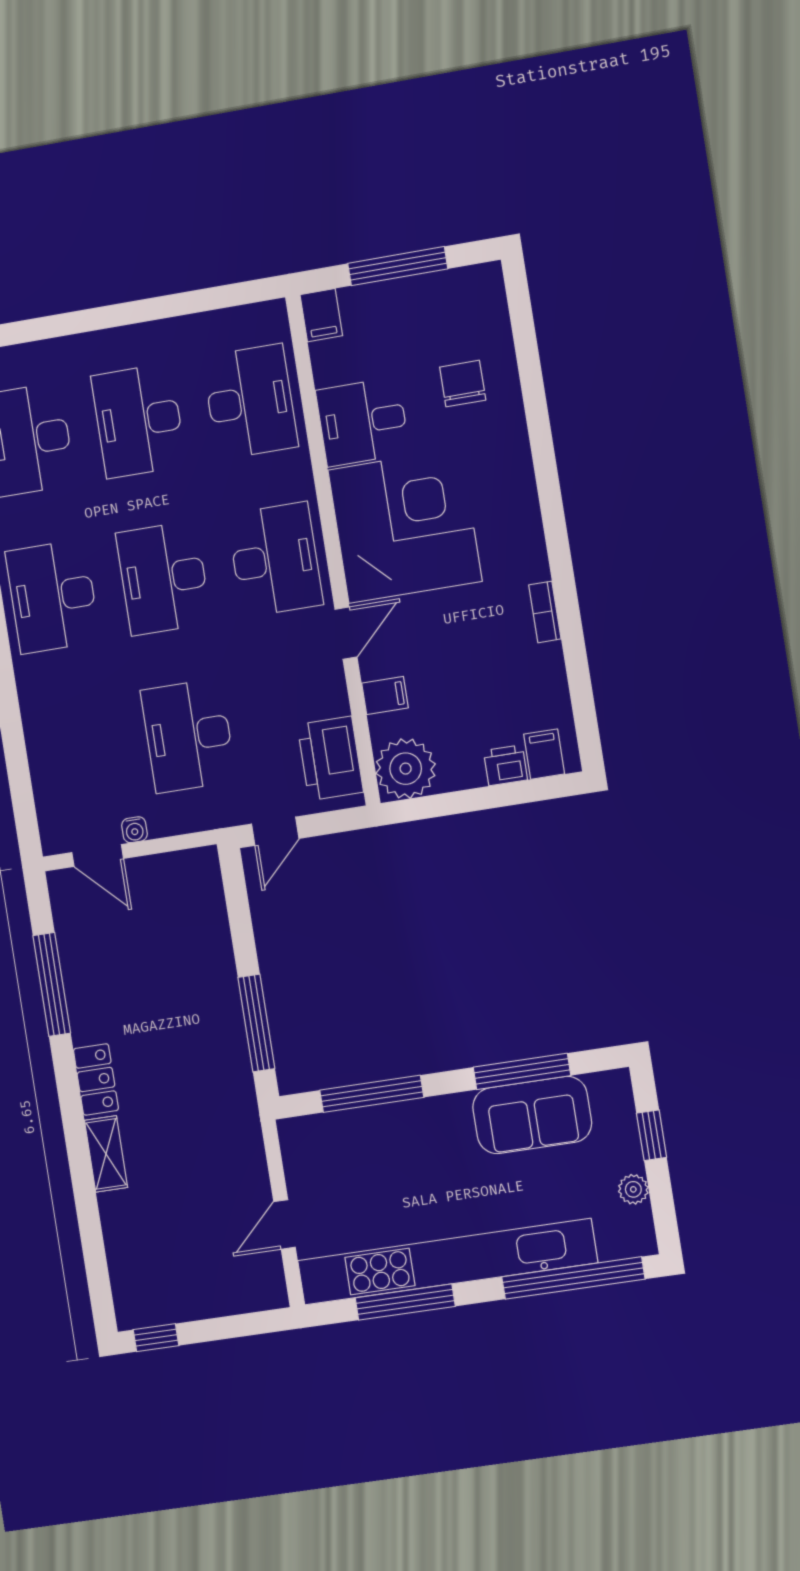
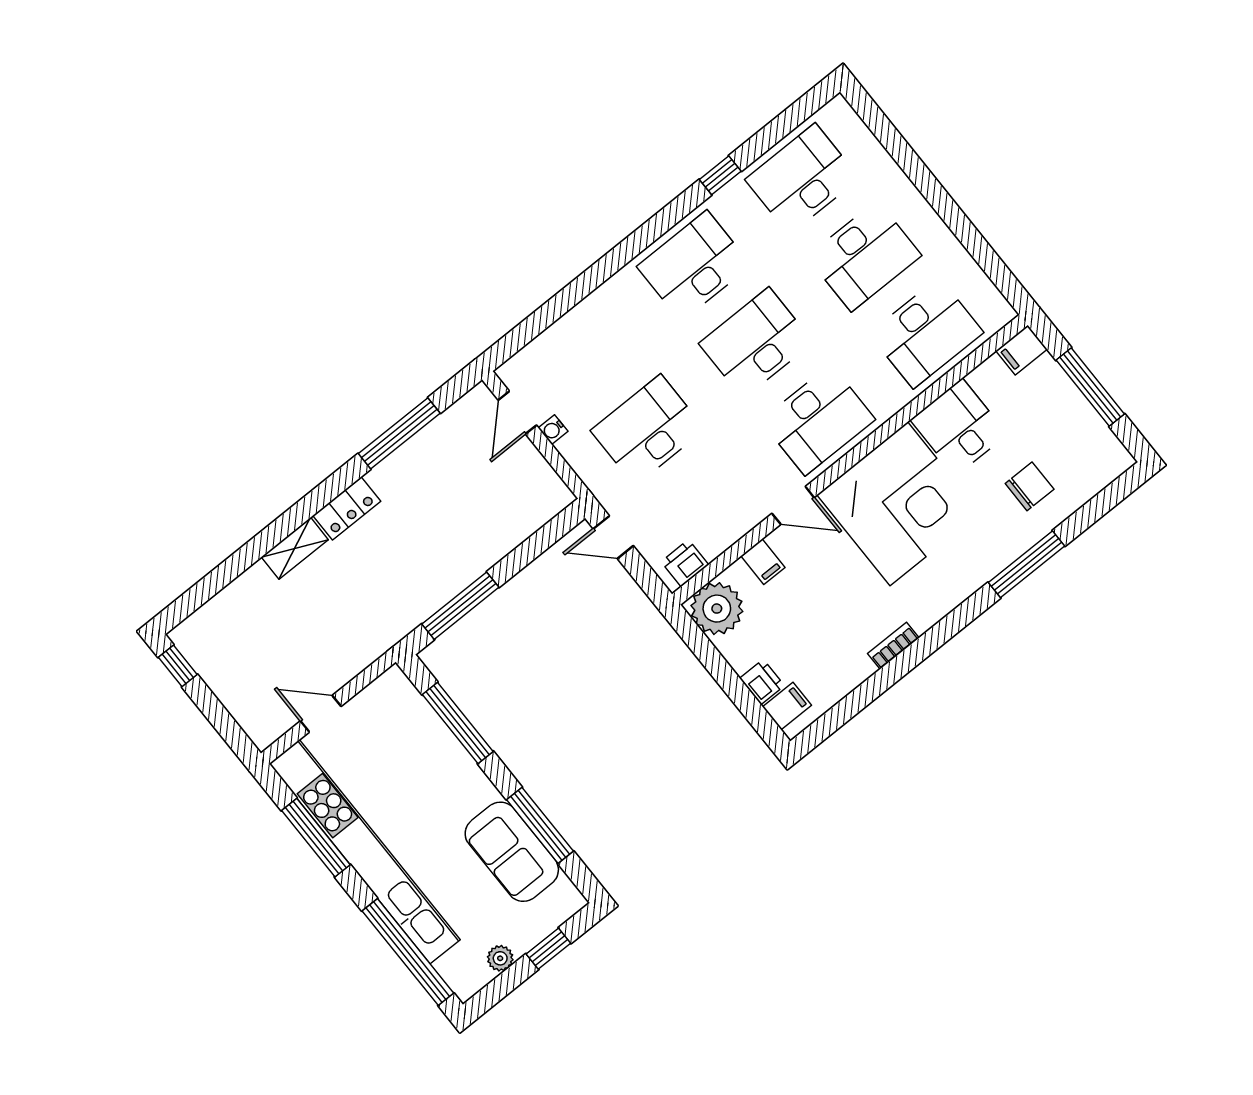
desk: (139, 421) -> (864, 256), turned 180
window: (539, 431) -> (1027, 564), added
printer: (330, 758) -> (685, 563), width x0.53, depth x0.68

